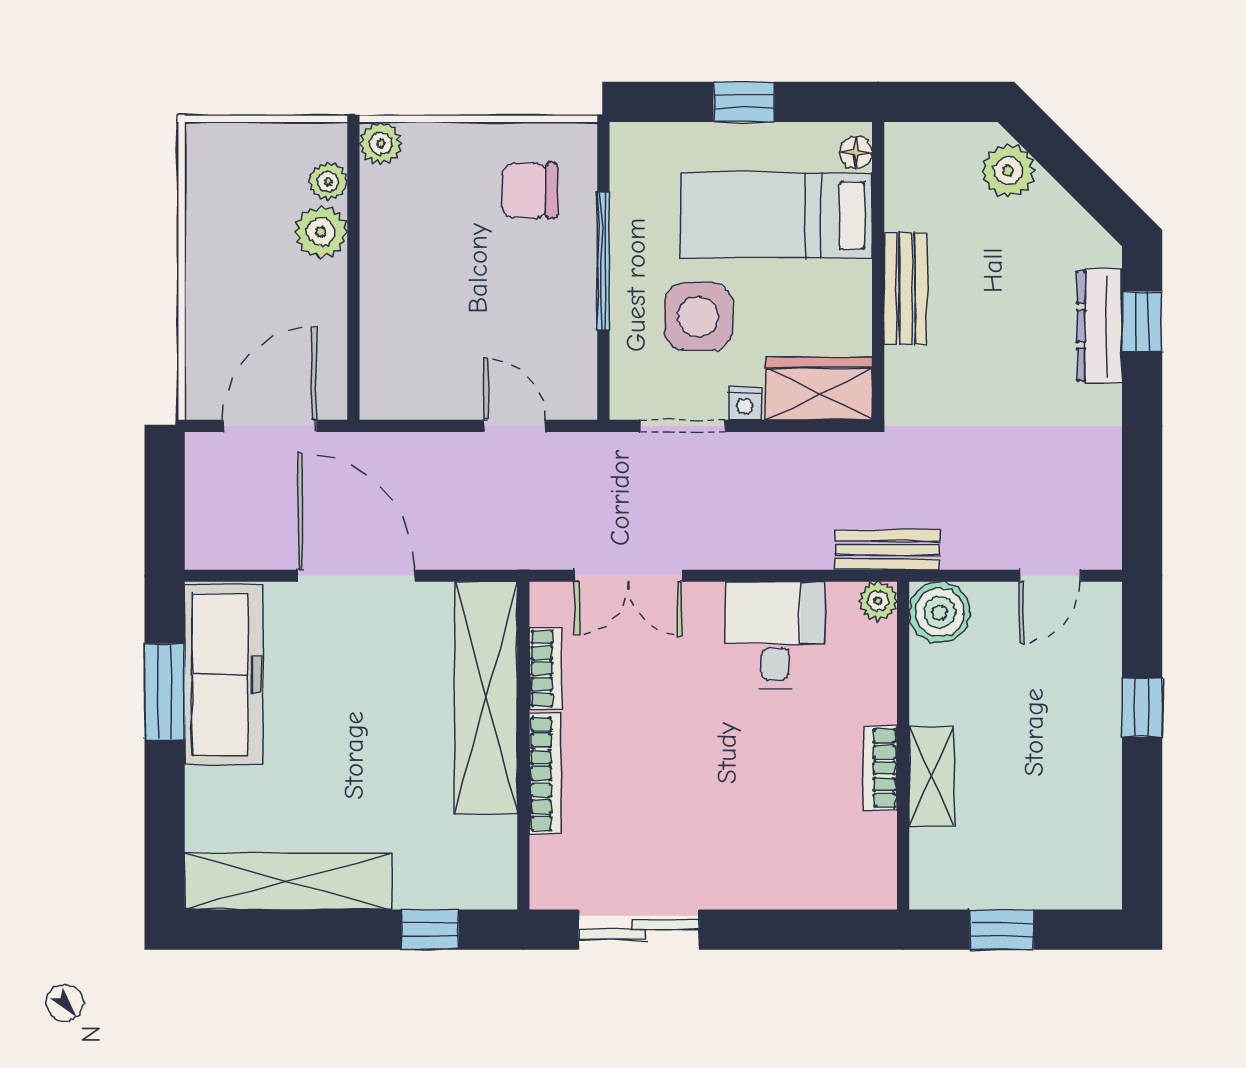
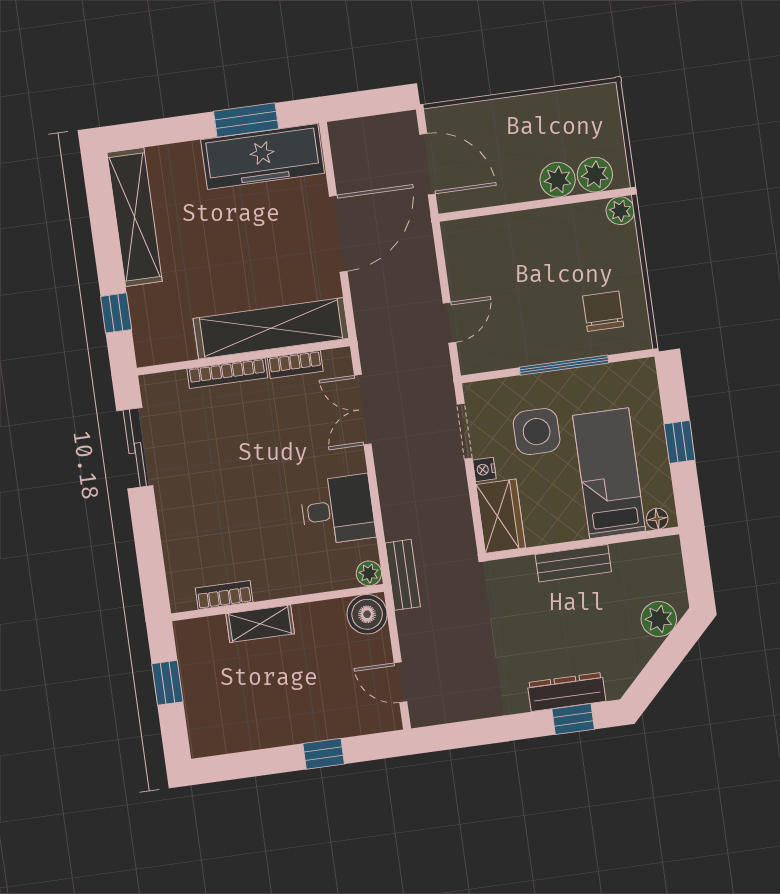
plant: (328, 181) -> (595, 175), width x1.38, depth x1.38
bookcase: (880, 768) -> (224, 595), moved

